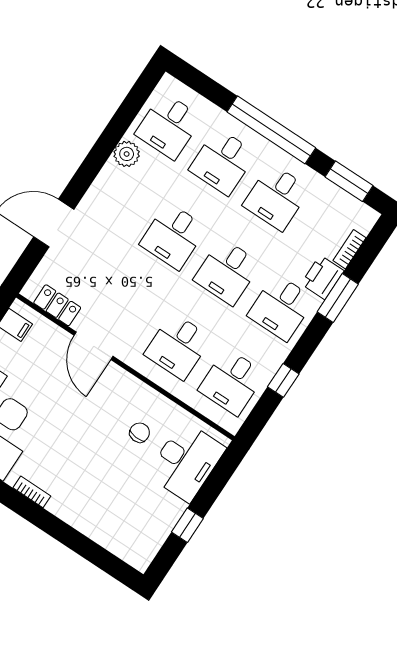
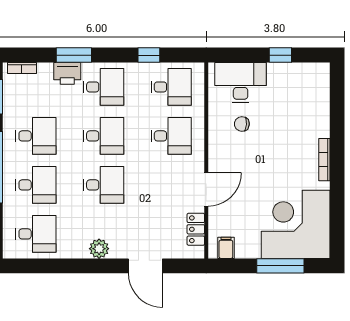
plant: (127, 154) -> (99, 249), moved
bookcase: (350, 249) -> (22, 68), moved
bookcase: (32, 492) -> (324, 160), width x1.56

